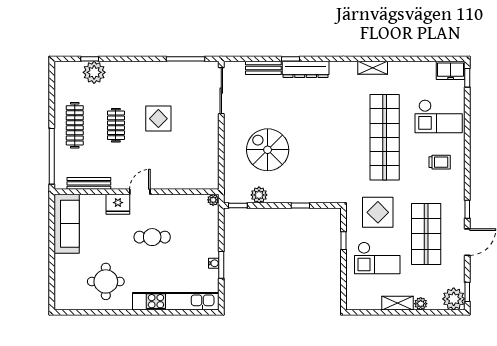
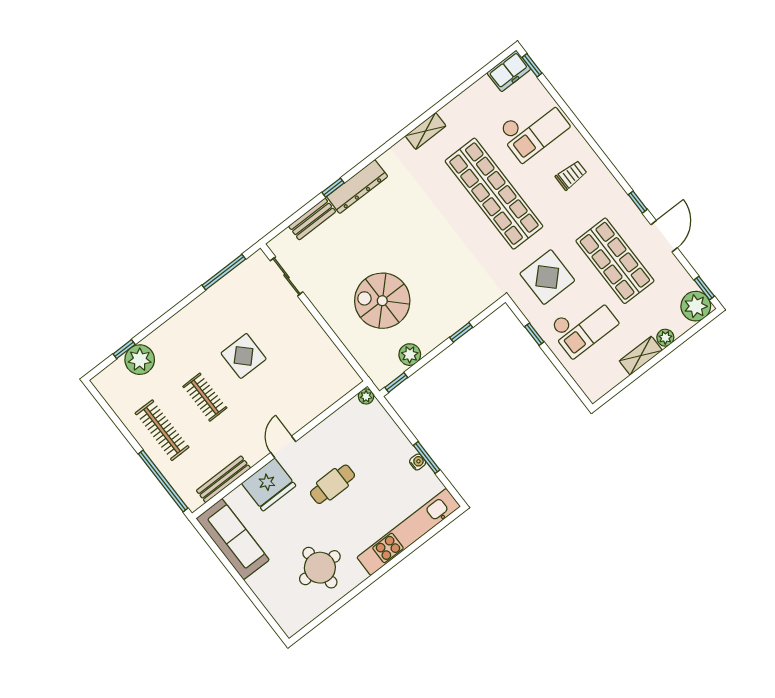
sliding door: (221, 91) -> (287, 276), width x0.73
fridge: (118, 204) -> (269, 485), width x1.36, depth x1.34

